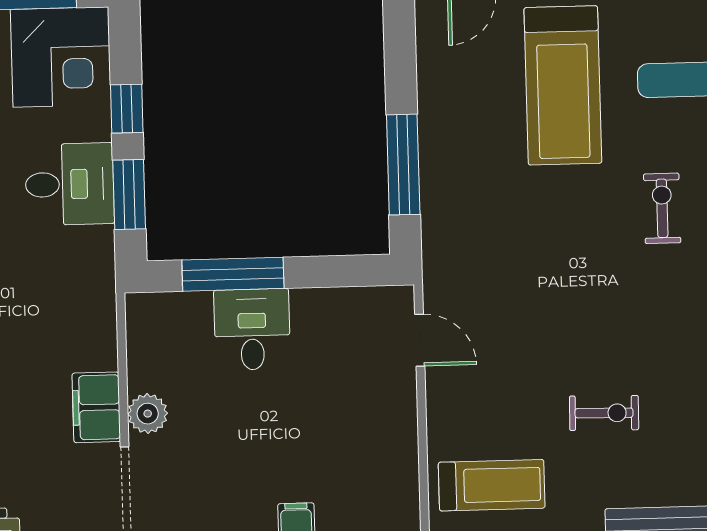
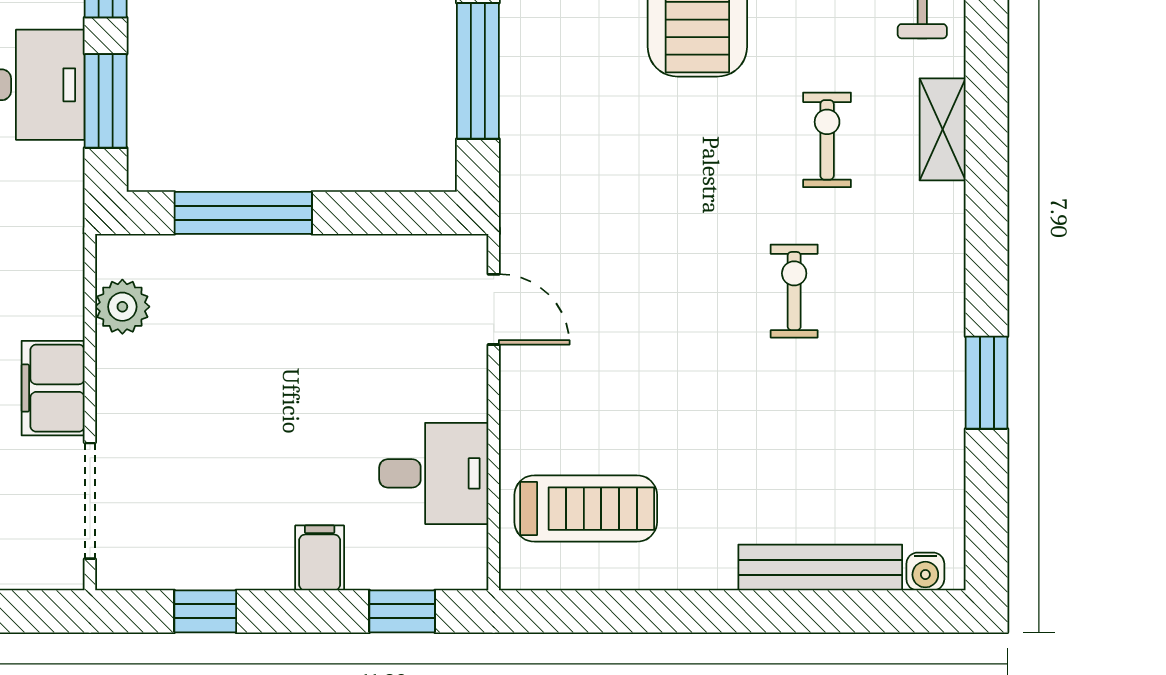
desk: (252, 329) -> (434, 473), moved, turned 90
exercise bike: (604, 413) -> (794, 291), moved, turned -91
plant: (148, 414) -> (122, 307), moved

